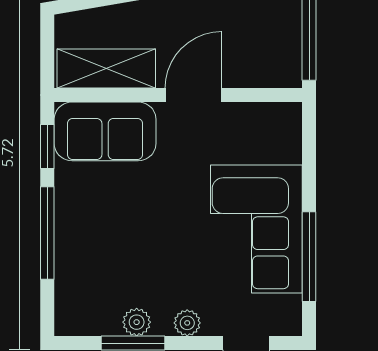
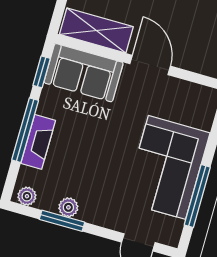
door: (193, 95) -> (150, 65), hinge flipped
fireplace: (70, 244) -> (38, 142), added
plant: (187, 323) -> (27, 196), moved

